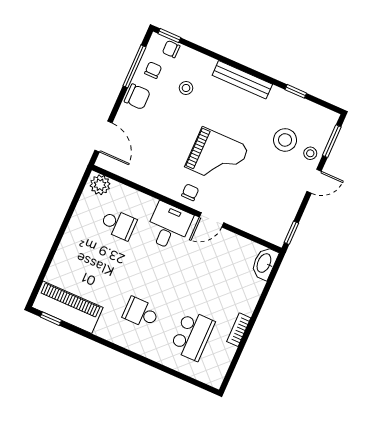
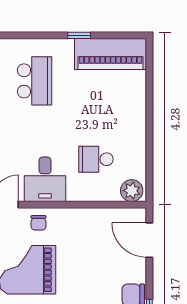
school desk: (141, 313) -> (35, 81), width x1.85
window: (51, 319) -> (79, 35), moved

